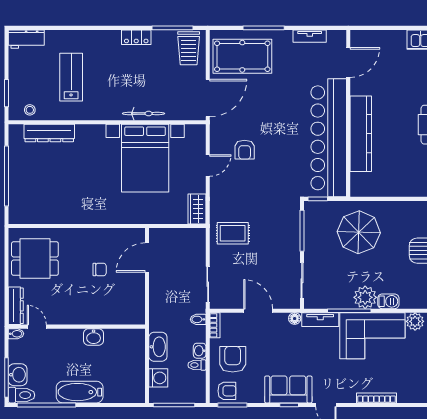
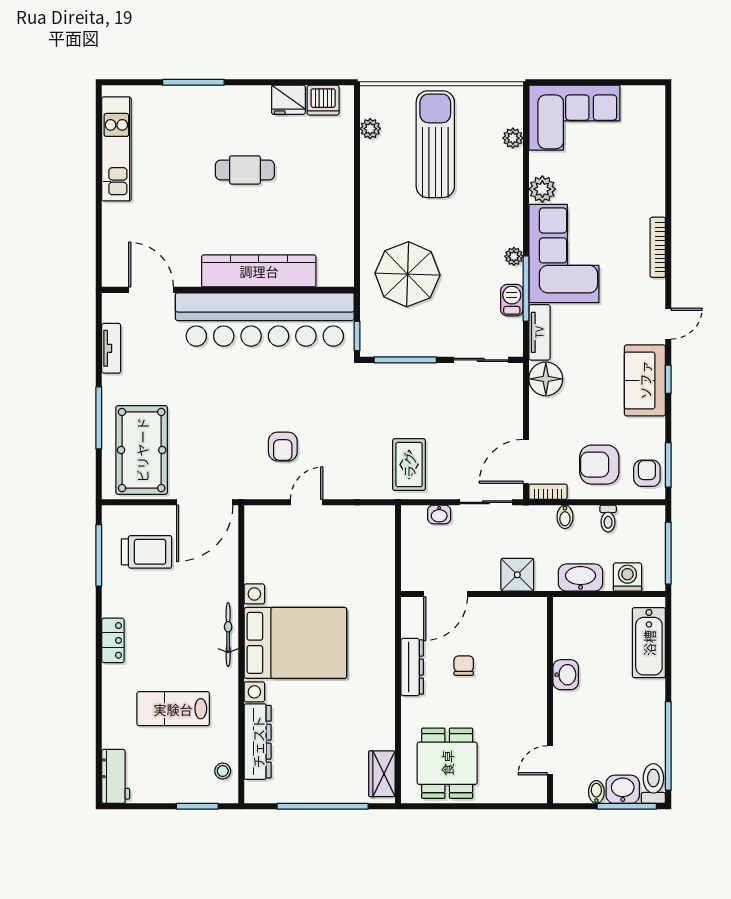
locker: (136, 37) -> (113, 640), moved
trolley: (189, 48) -> (147, 552), moved
door: (208, 98) -> (205, 502), swing flipped
bicycle: (143, 114) -> (228, 635), moved
armchair: (245, 150) -> (283, 447), turned 90
bed with nightstands: (145, 158) -> (295, 643), moved
door: (208, 165) -> (307, 502), hinge flipped
wardrobe: (197, 209) -> (382, 774), moved, turned 90
door: (147, 257) -> (446, 594), hinge flipped
plant: (365, 297) -> (514, 256), width x0.53, depth x0.53
barbecue: (388, 301) -> (512, 300), moved
shower: (160, 305) -> (517, 575), added
dresser: (16, 306) -> (412, 667), moved, turned 90
door: (258, 311) -> (526, 461), moved
bidet: (198, 319) -> (565, 517), moved
floor lamp: (295, 319) -> (546, 379), width x1.89, depth x1.89
bidet: (16, 334) -> (596, 792), moved
washbasin: (200, 351) -> (439, 514), moved
bathtub: (80, 392) -> (649, 643), moved

